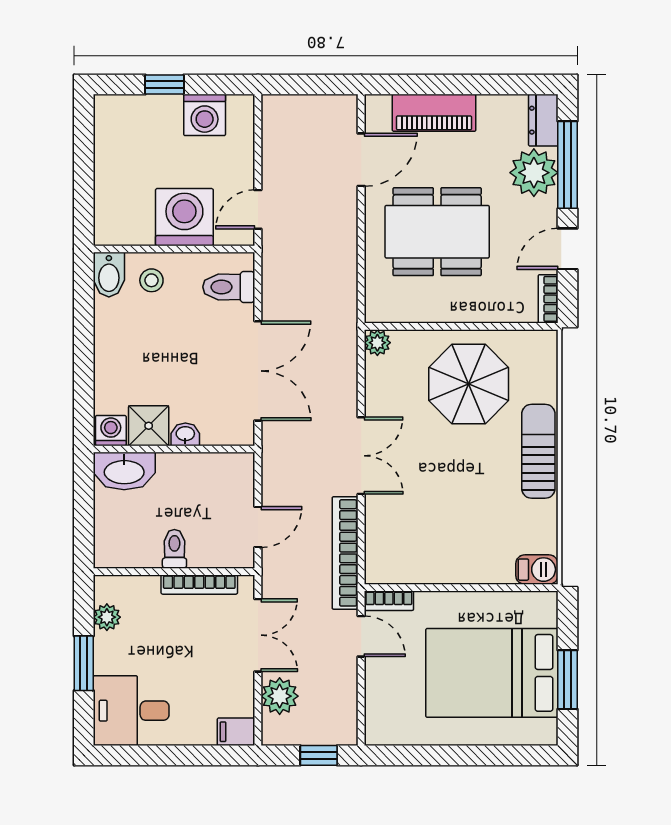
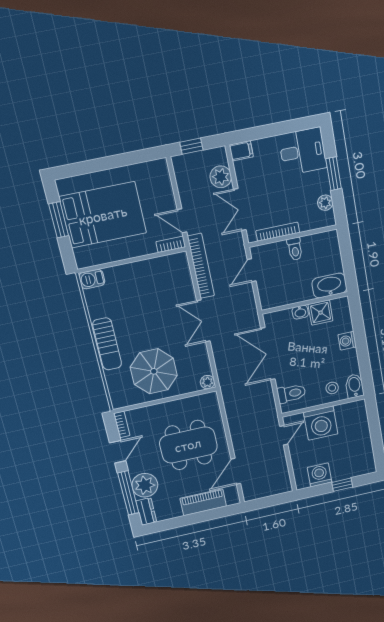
washing machine: (111, 431) -> (347, 341), moved, turned 90

